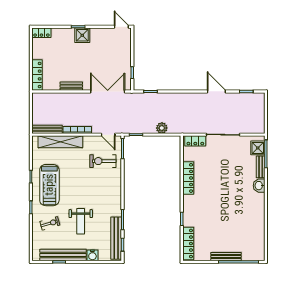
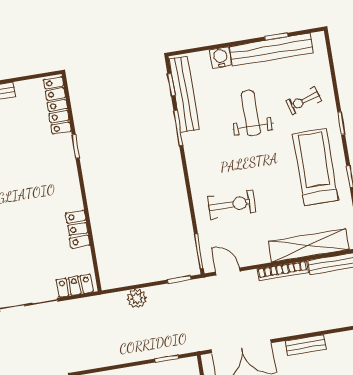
exercise bike: (103, 161) -> (232, 204), moved
locker: (188, 178) -> (78, 229), width x0.66

